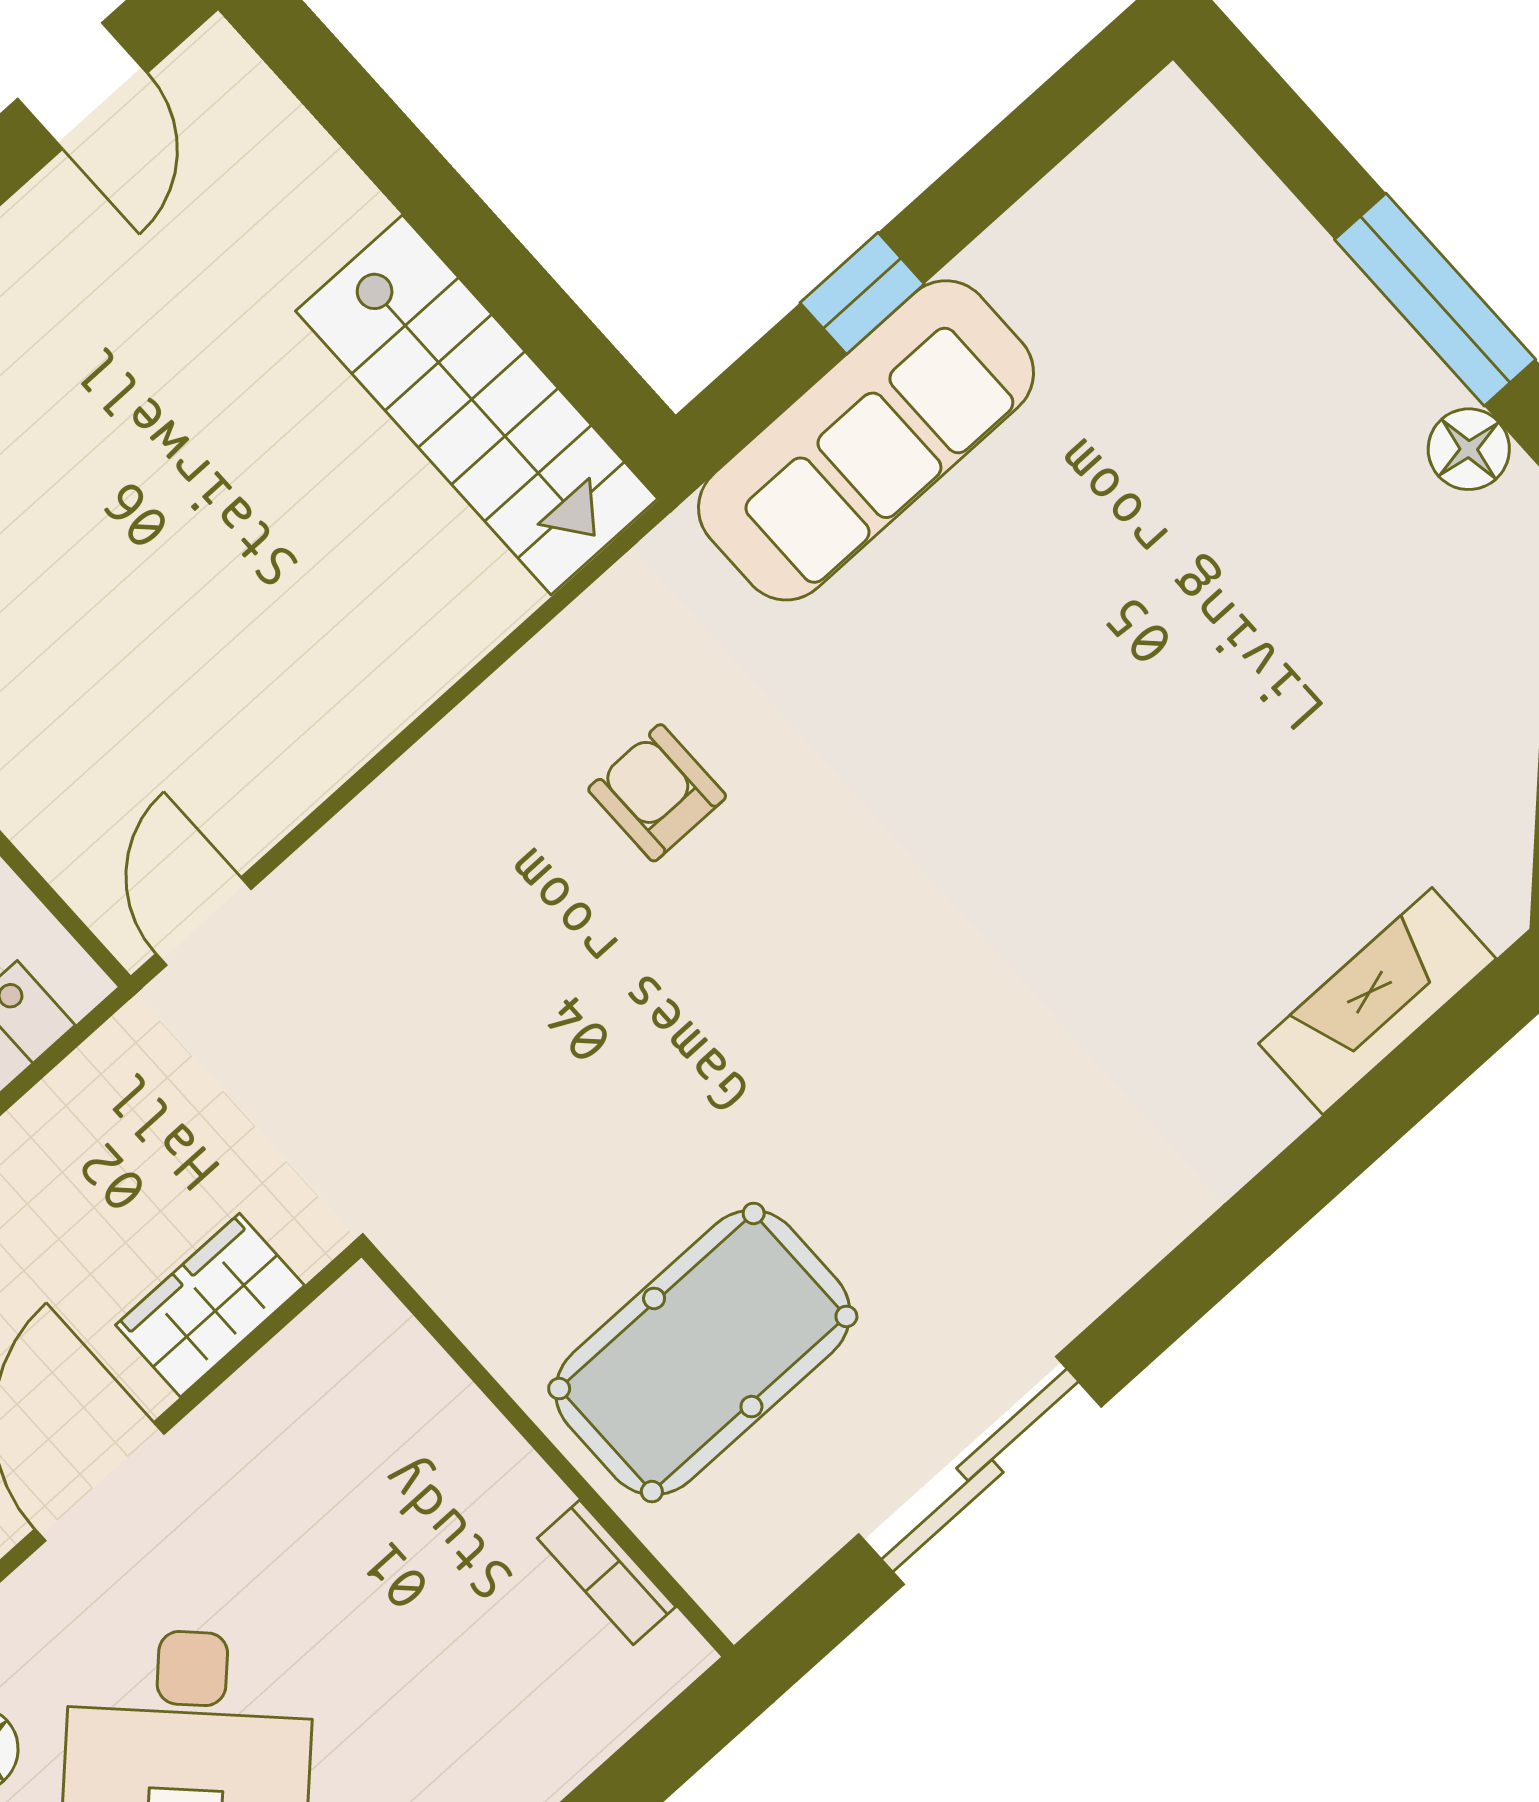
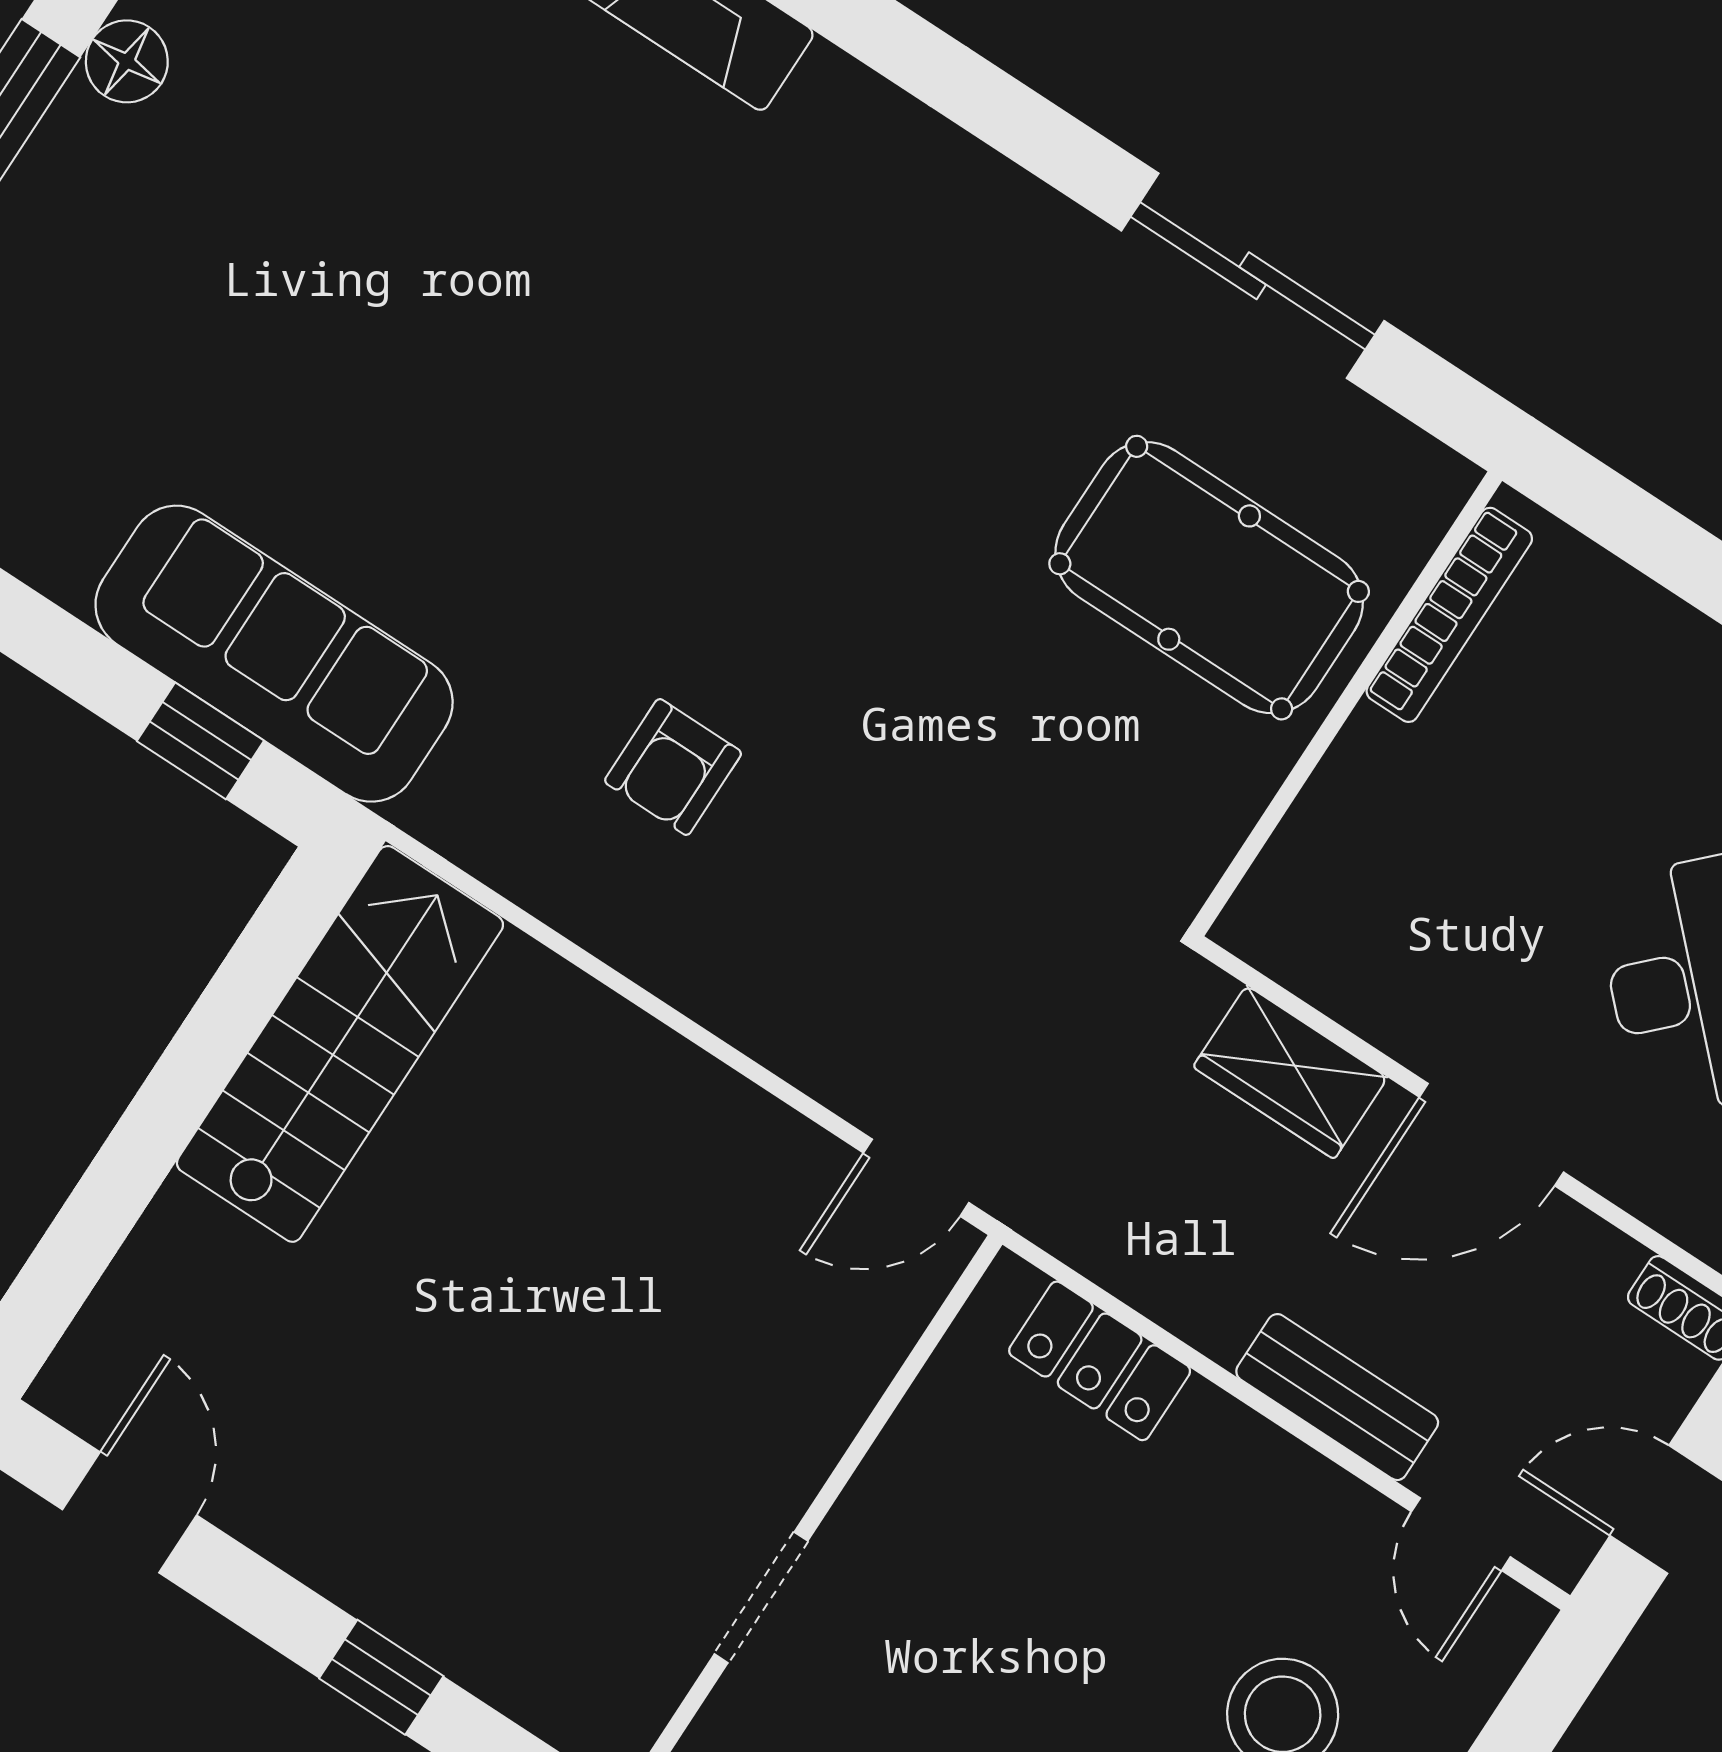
door: (82, 86) -> (130, 1512), hinge flipped
window: (862, 293) -> (200, 741), moved
bookcase: (607, 1572) -> (1449, 615), width x1.56

